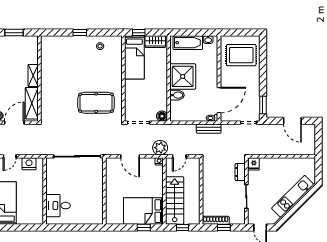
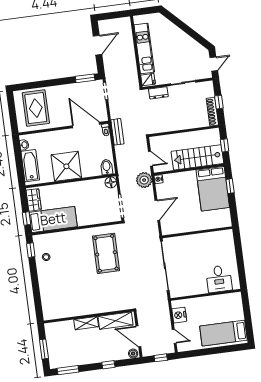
window: (80, 33) -> (31, 250), moved
bidet: (177, 95) -> (107, 167), moved
kitchen unit: (293, 196) -> (144, 49), moved, turned -135

